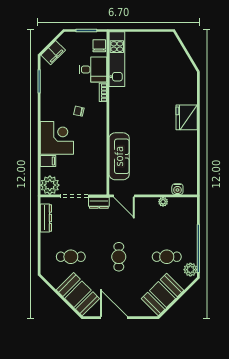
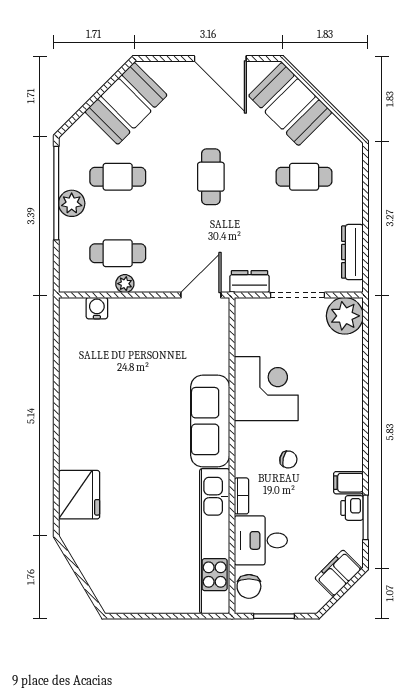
kitchen unit: (117, 59) -> (215, 541), width x1.36
printer: (46, 86) -> (352, 508), added
fridge: (187, 117) -> (79, 495), moved
corner desk: (57, 138) -> (266, 389), moved, turned 180
sofa: (119, 156) -> (210, 421), moved
filing cabinet: (48, 161) -> (348, 483), moved
door: (124, 196) -> (201, 295), hinge flipped
cafe table: (167, 217) -> (118, 253), added
plant: (190, 270) -> (72, 203), moved

